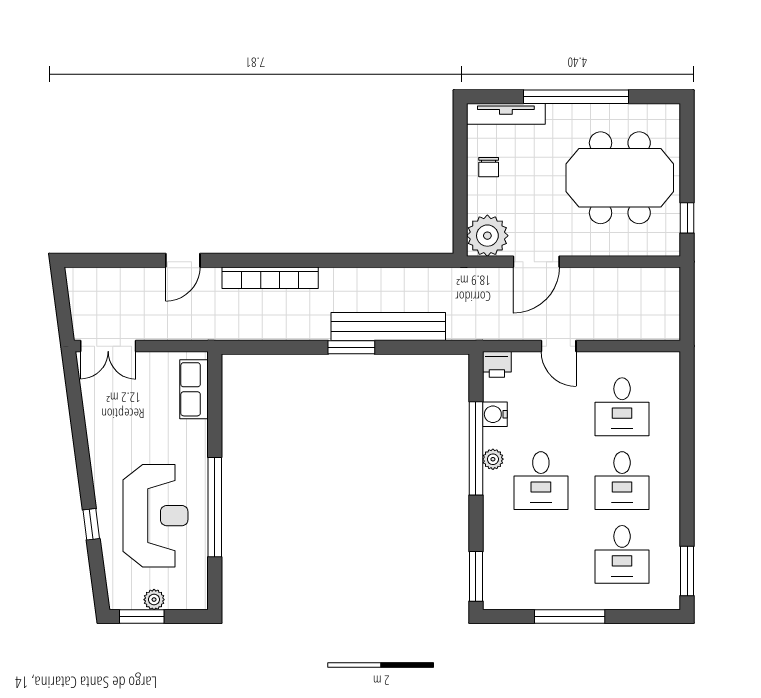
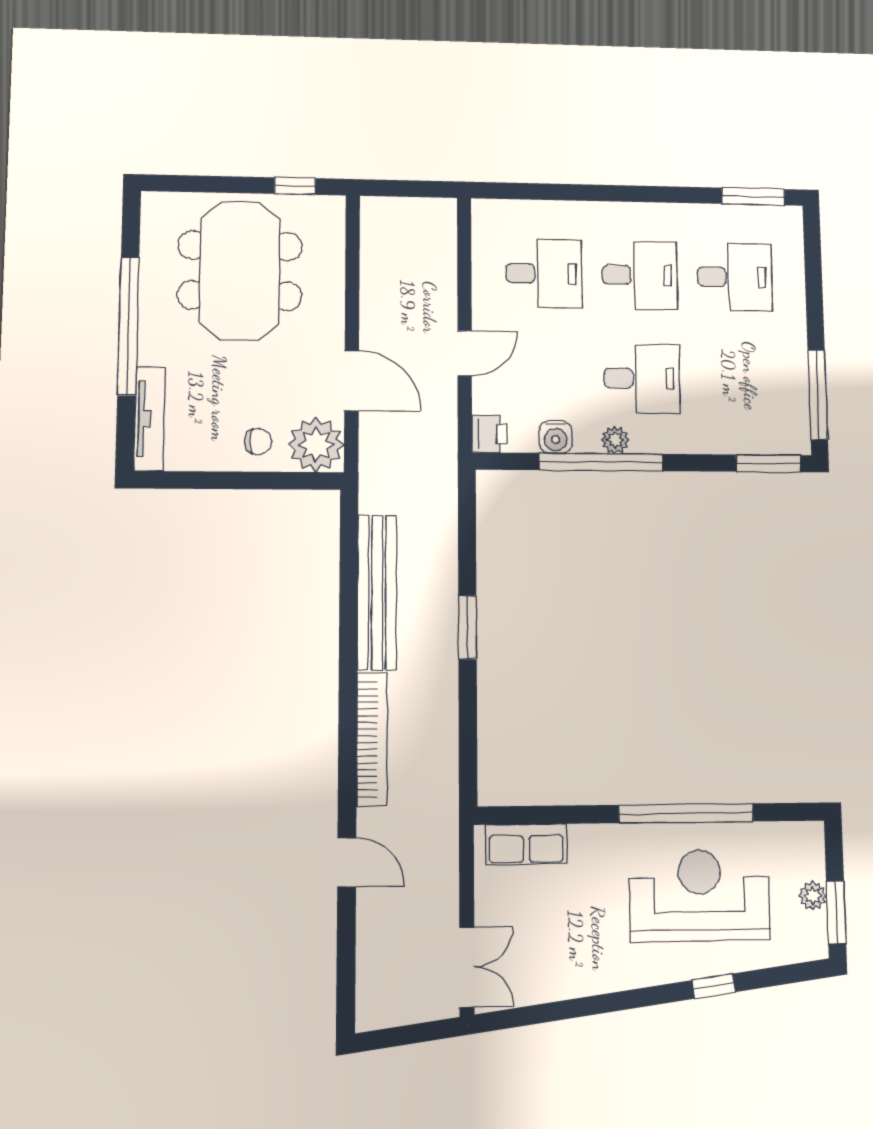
chair: (489, 167) -> (258, 441), moved
bench: (388, 327) -> (377, 592), moved
window: (570, 616) -> (818, 395), moved

